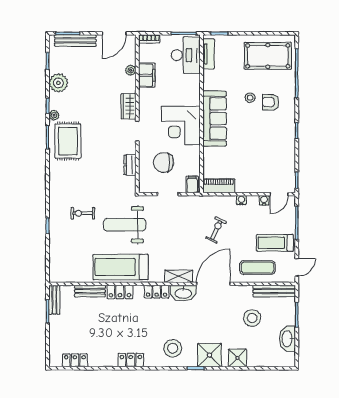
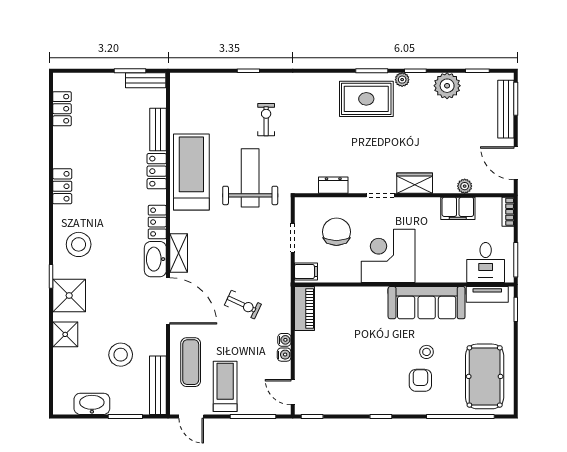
desk: (186, 55) -> (486, 263), width x0.73
sofa: (215, 119) -> (427, 303), moved
water cooler: (264, 200) -> (284, 355), moved

